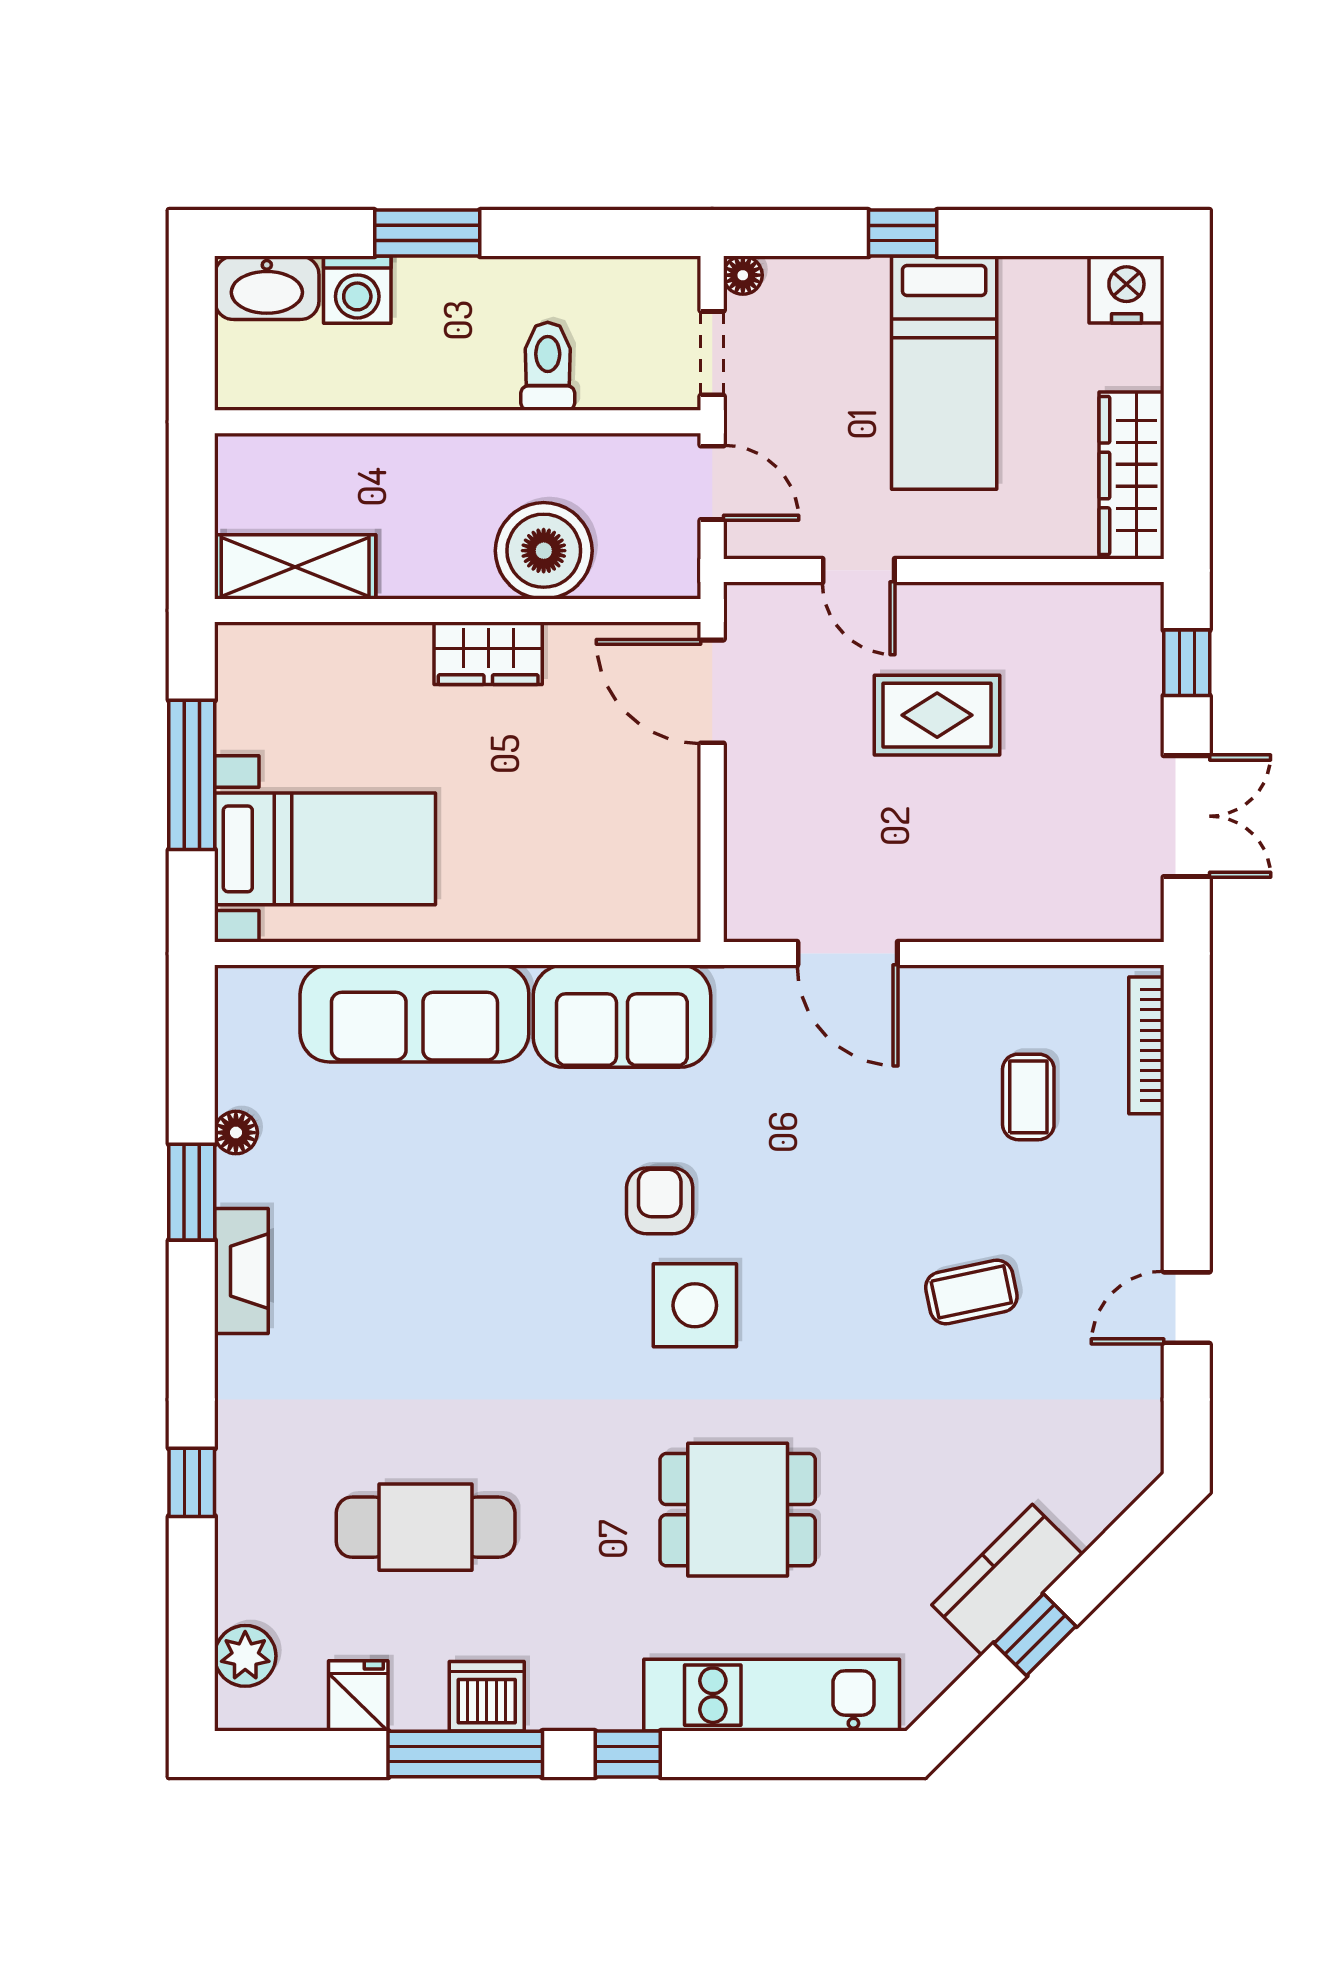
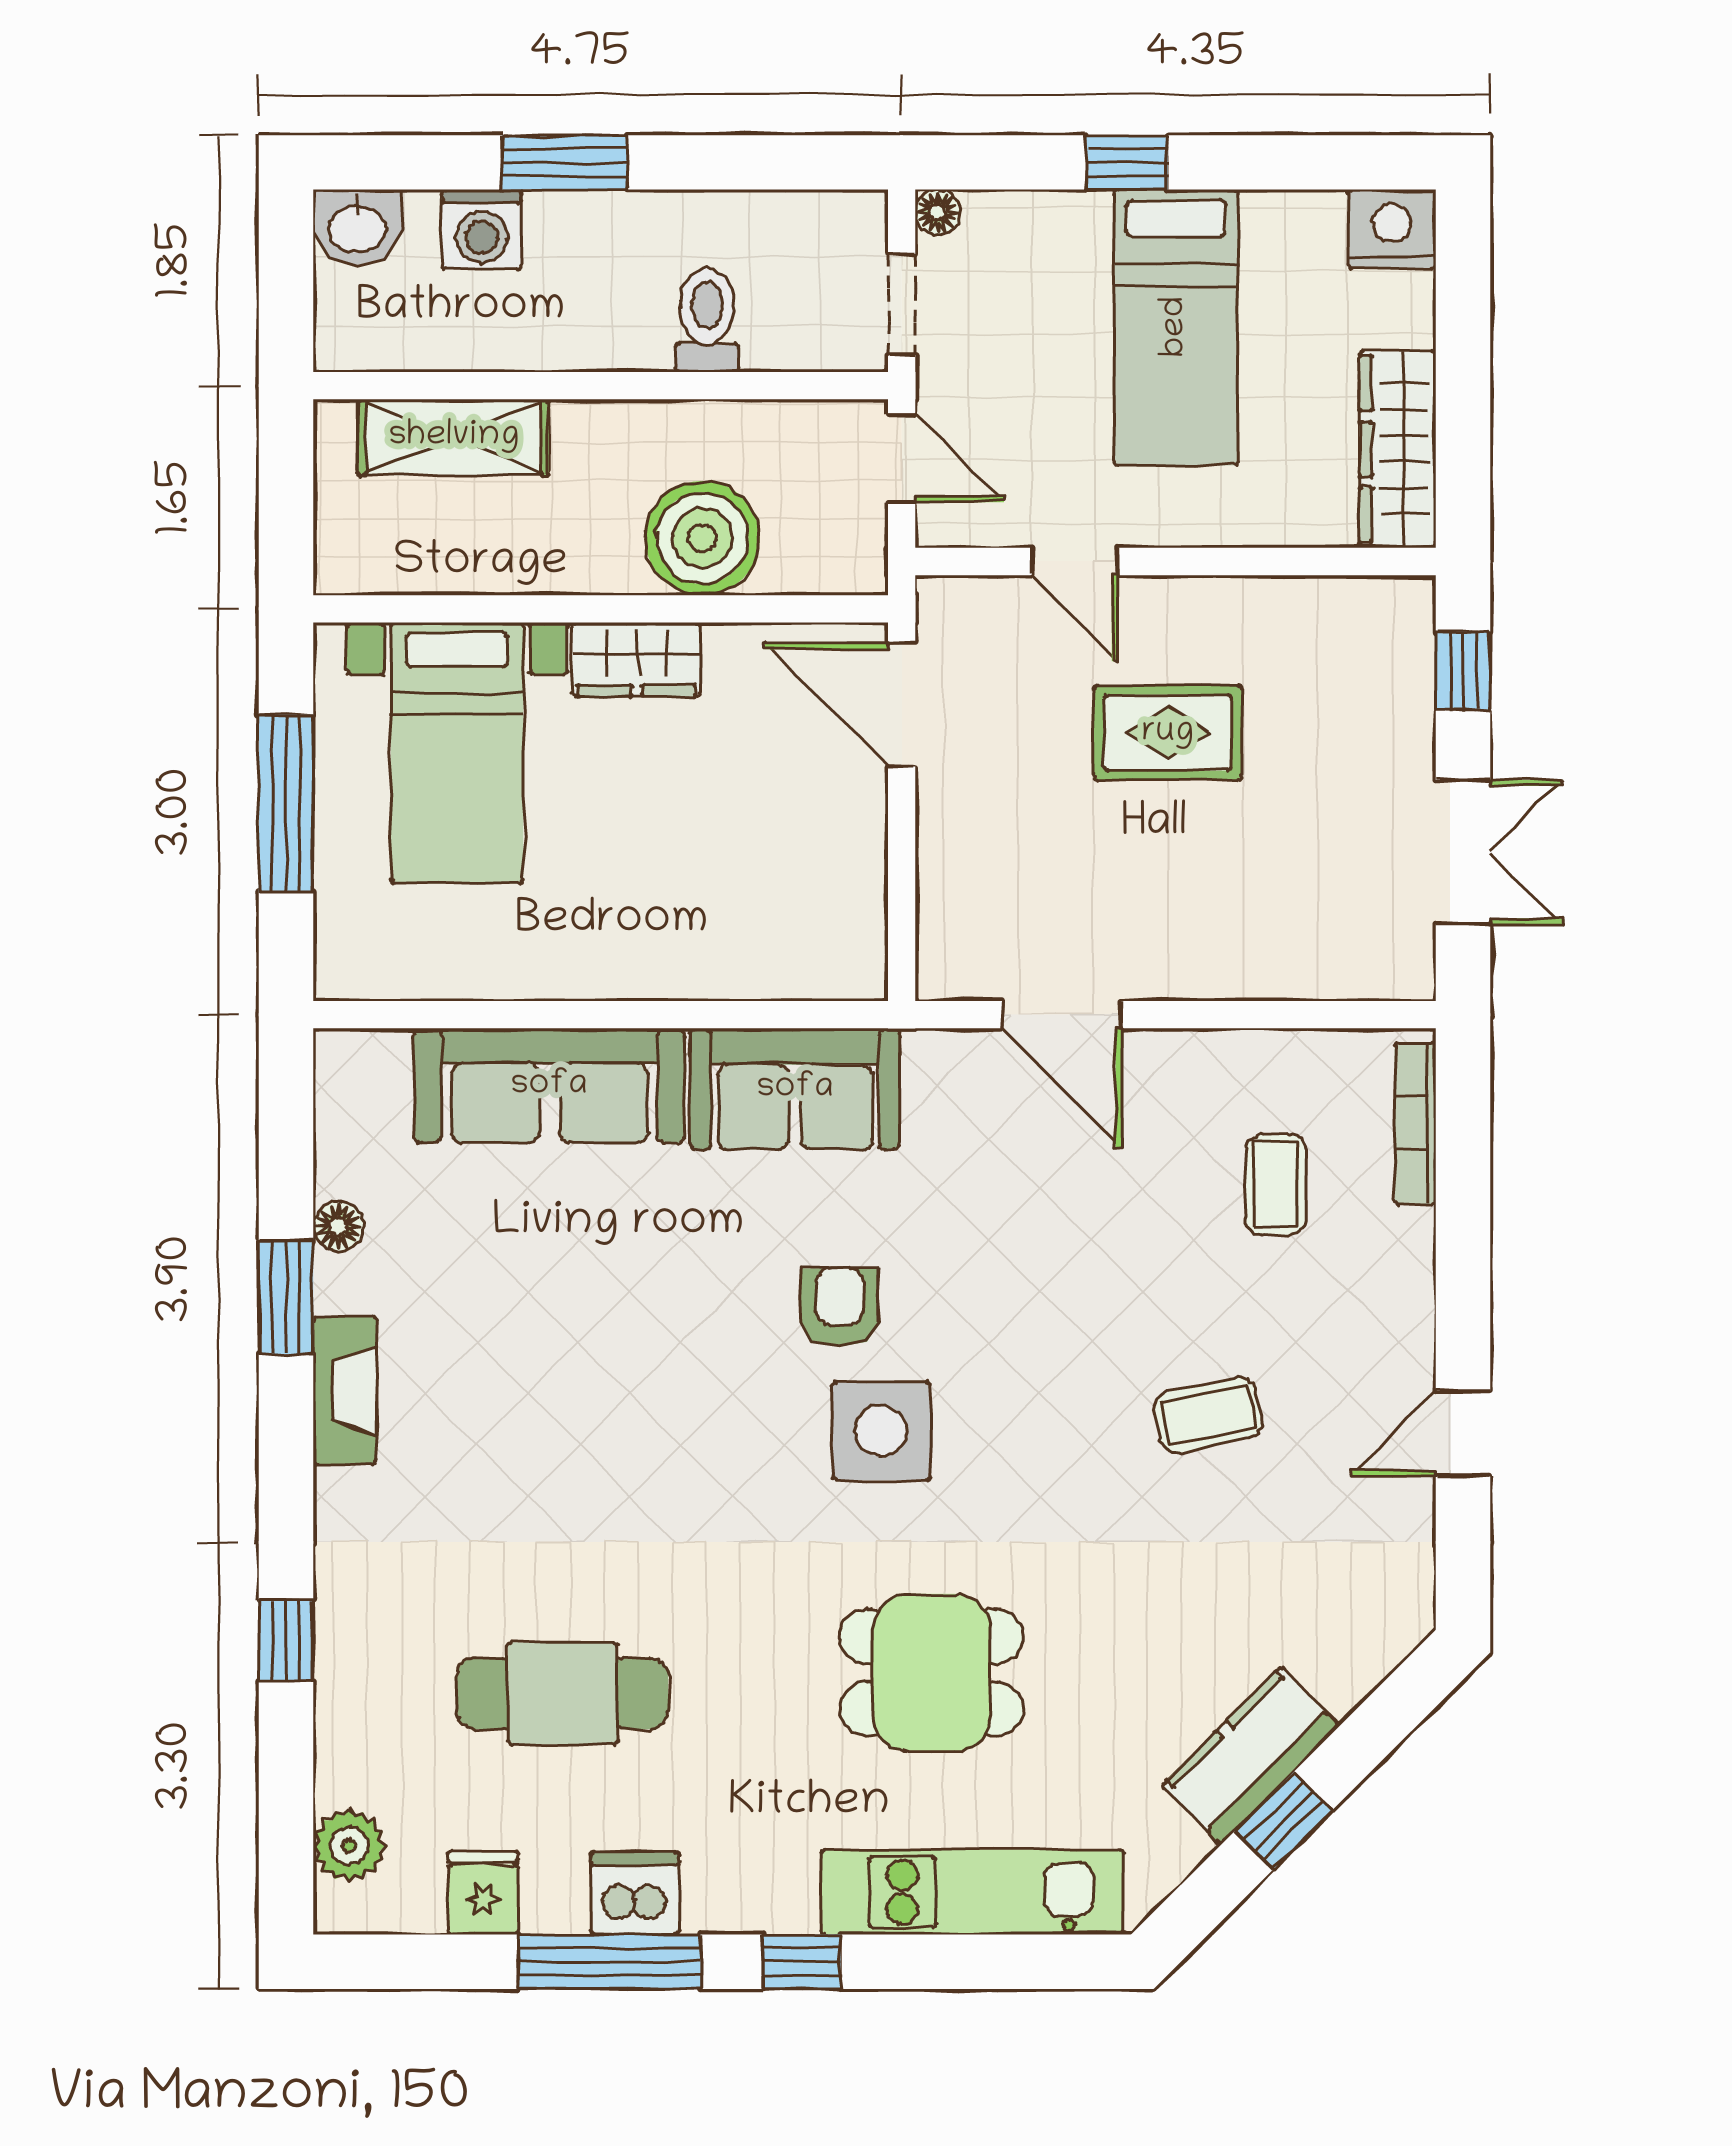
washbasin: (267, 288) -> (358, 227), width x0.72
shelving: (295, 567) -> (454, 437), moved
bed with nightstands: (325, 849) -> (457, 753), moved, turned 90

